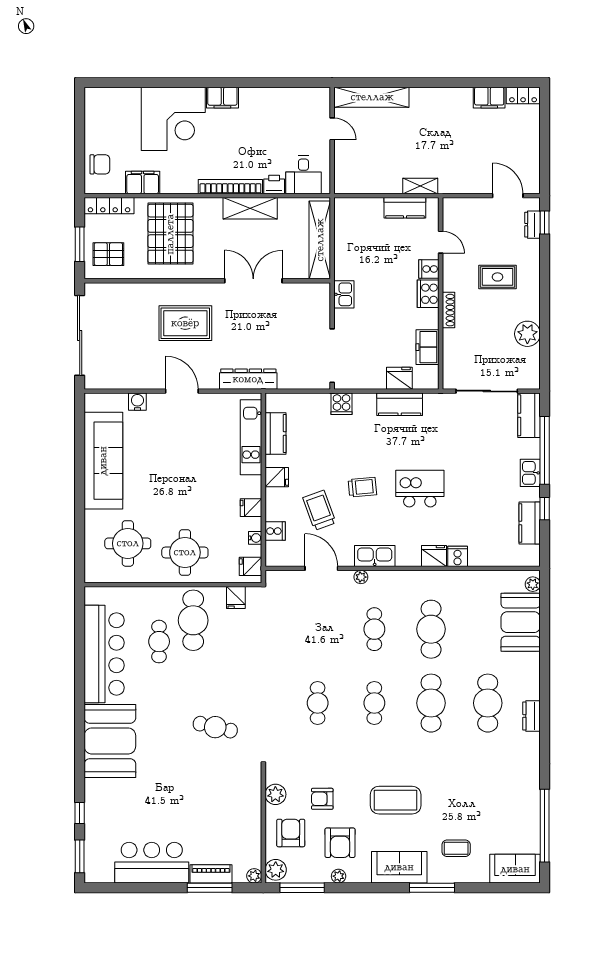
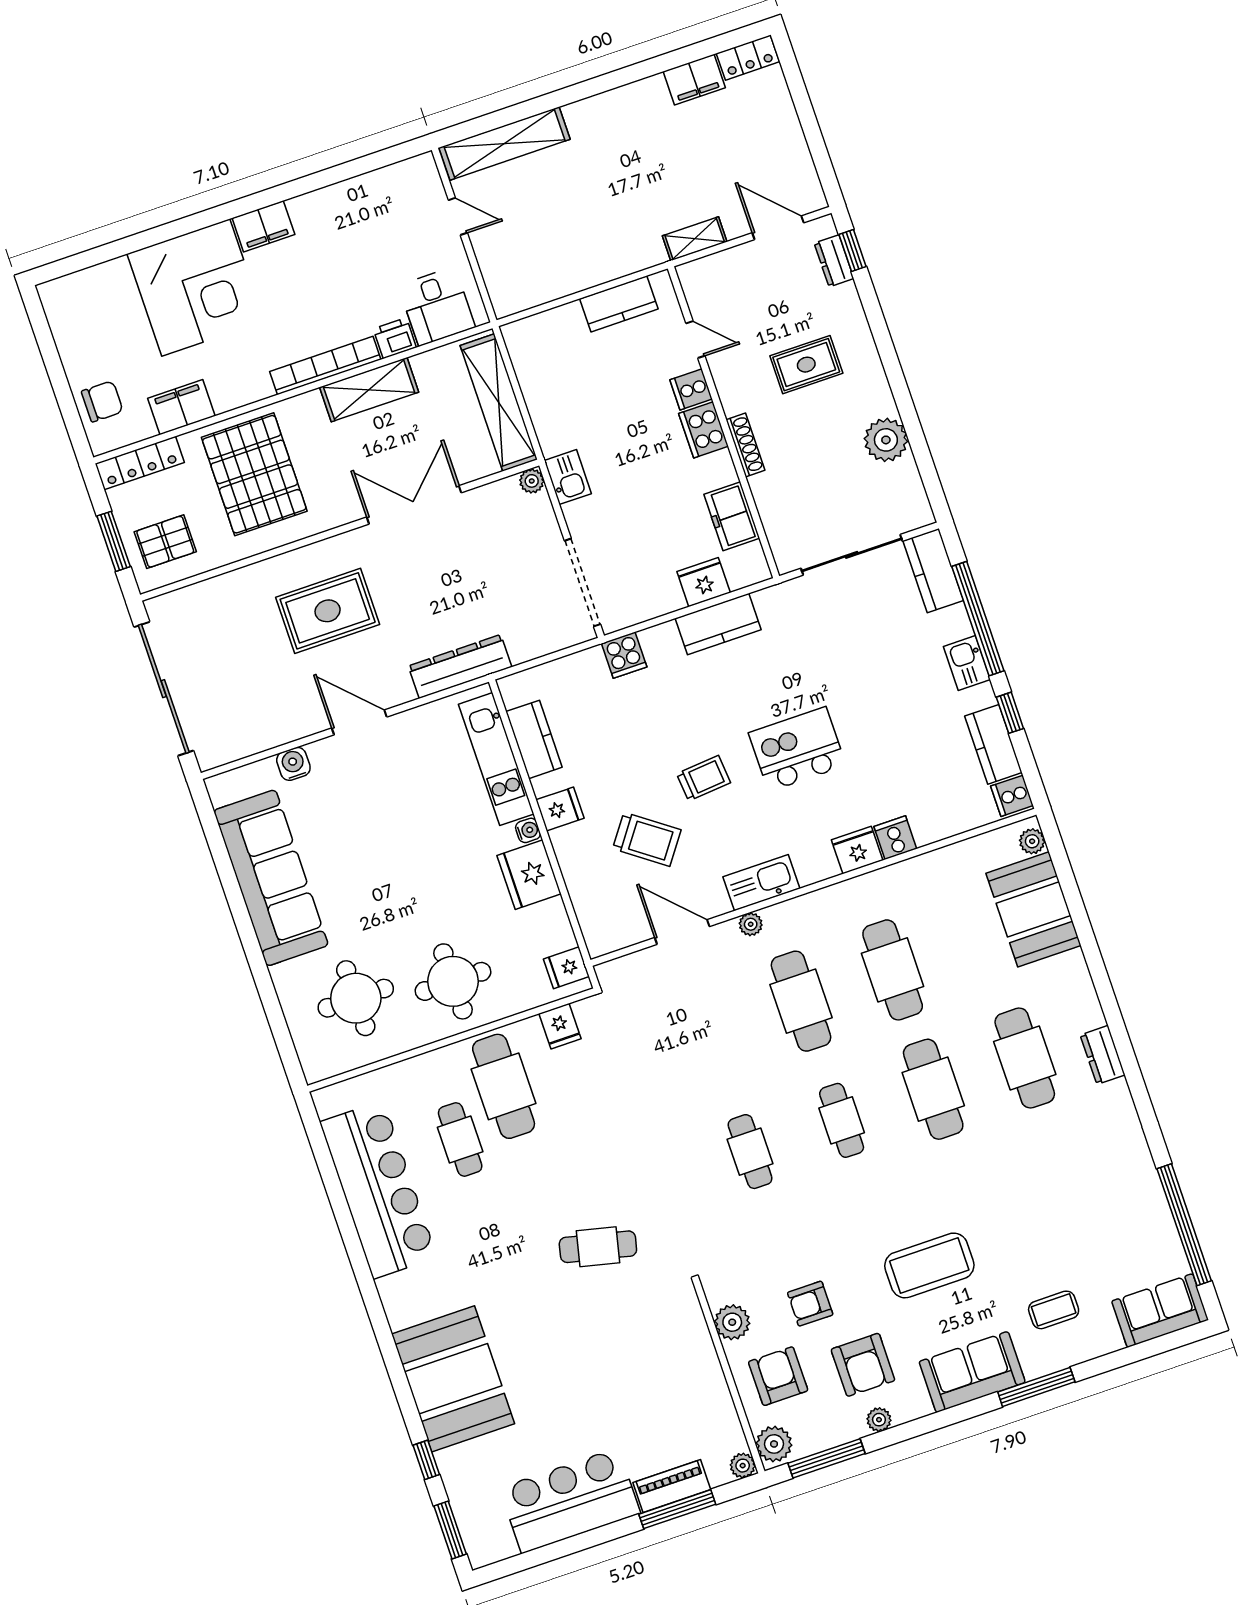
shelving: (420, 186) -> (695, 239), moved
plant: (323, 290) -> (532, 481), added
fridge: (251, 508) -> (529, 875), width x1.88, depth x1.34
trolley: (319, 510) -> (647, 839), turned 146
cooker: (275, 531) -> (1012, 796), moved, turned 180
water cooler: (255, 538) -> (528, 830), moved
cafe table: (374, 629) -> (801, 1001), width x1.37, depth x1.35
booth: (110, 741) -> (453, 1379), moved

